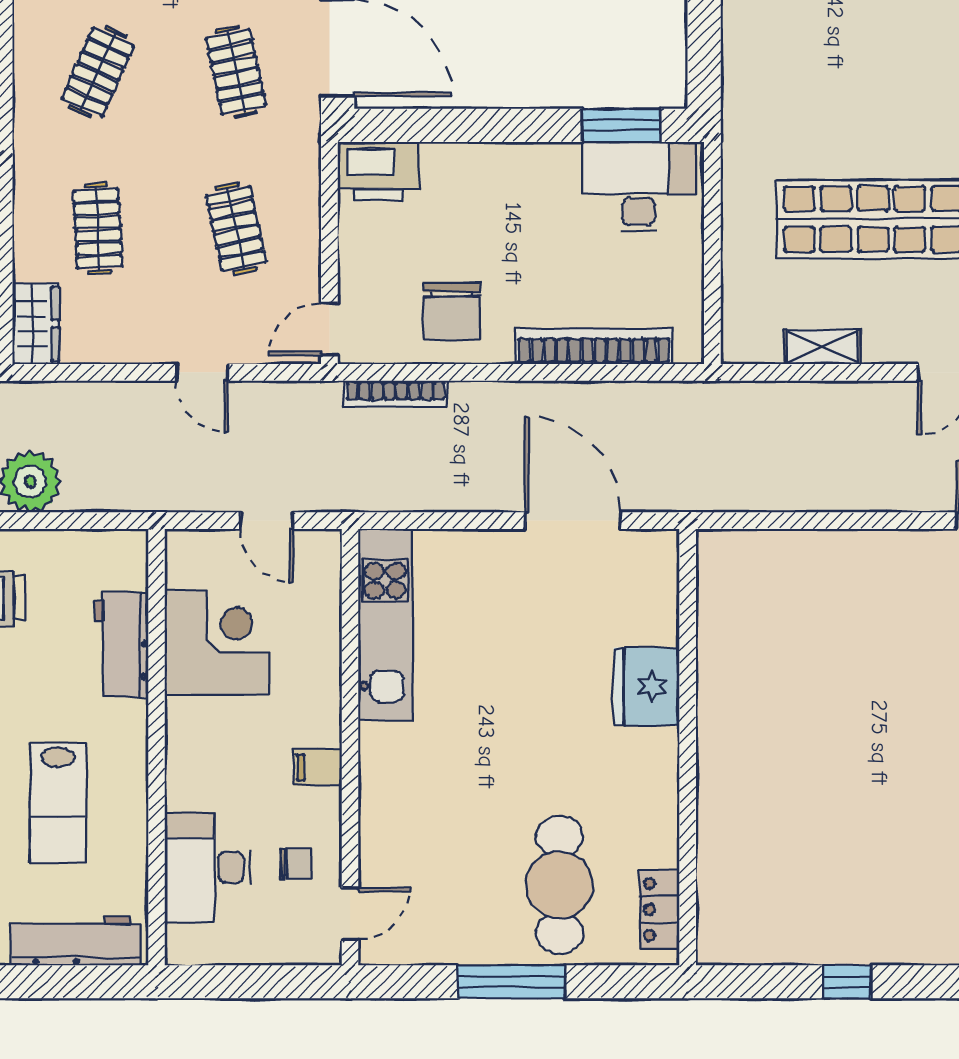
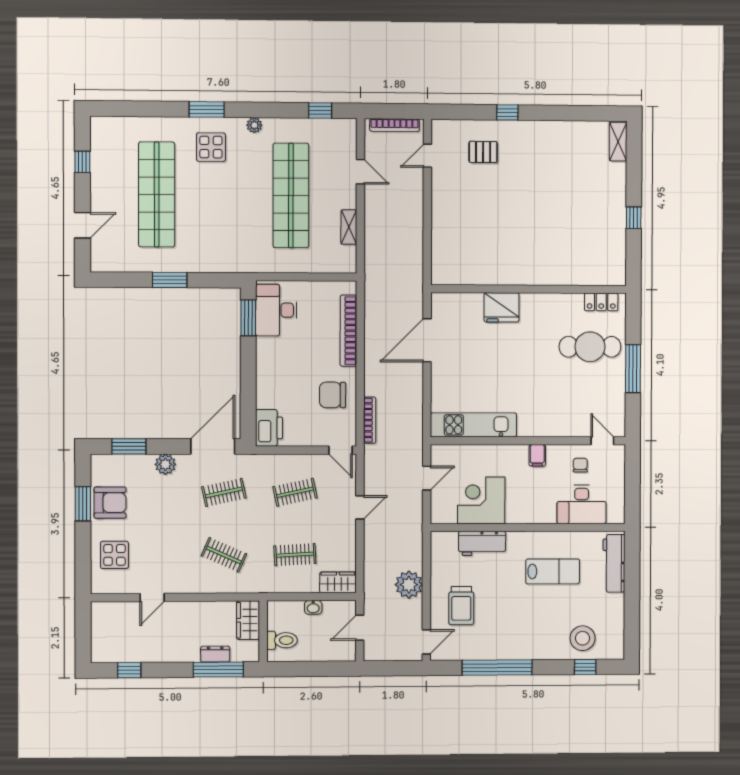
chair: (452, 312) -> (333, 395), turned 180

